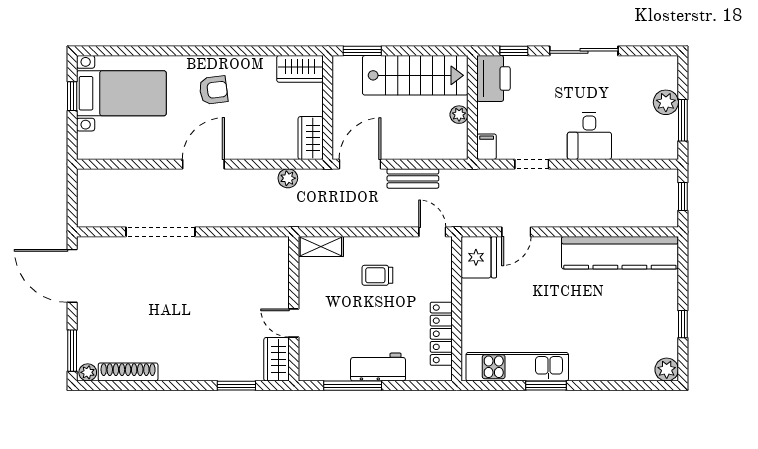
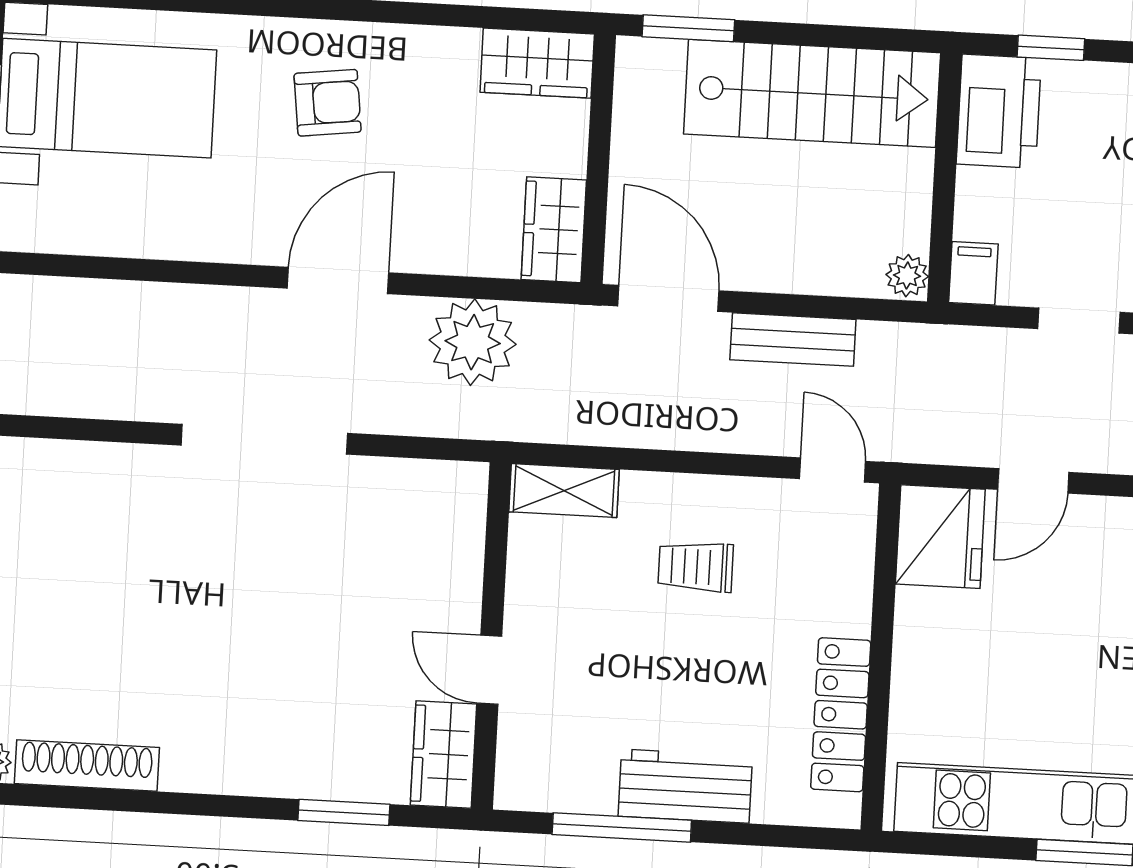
plant: (459, 115) -> (907, 276), moved
door: (203, 164) -> (338, 280), moved
door: (360, 164) -> (668, 298), hinge flipped
plant: (288, 178) -> (473, 342), width x1.88, depth x1.88
doorway: (160, 232) -> (264, 439), moved

